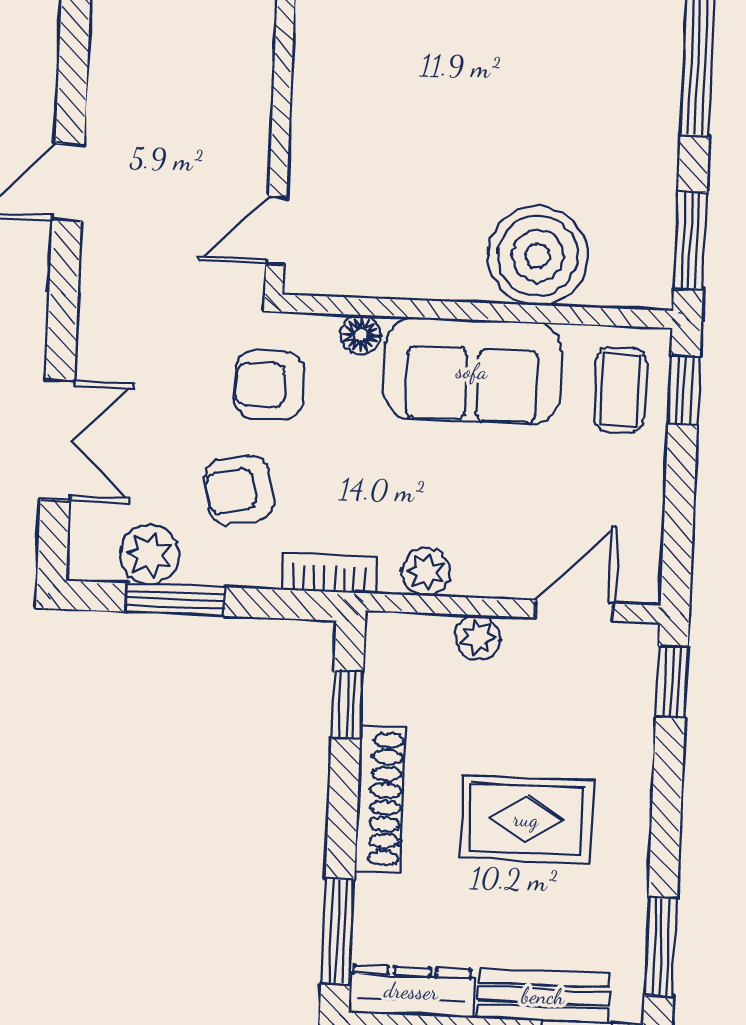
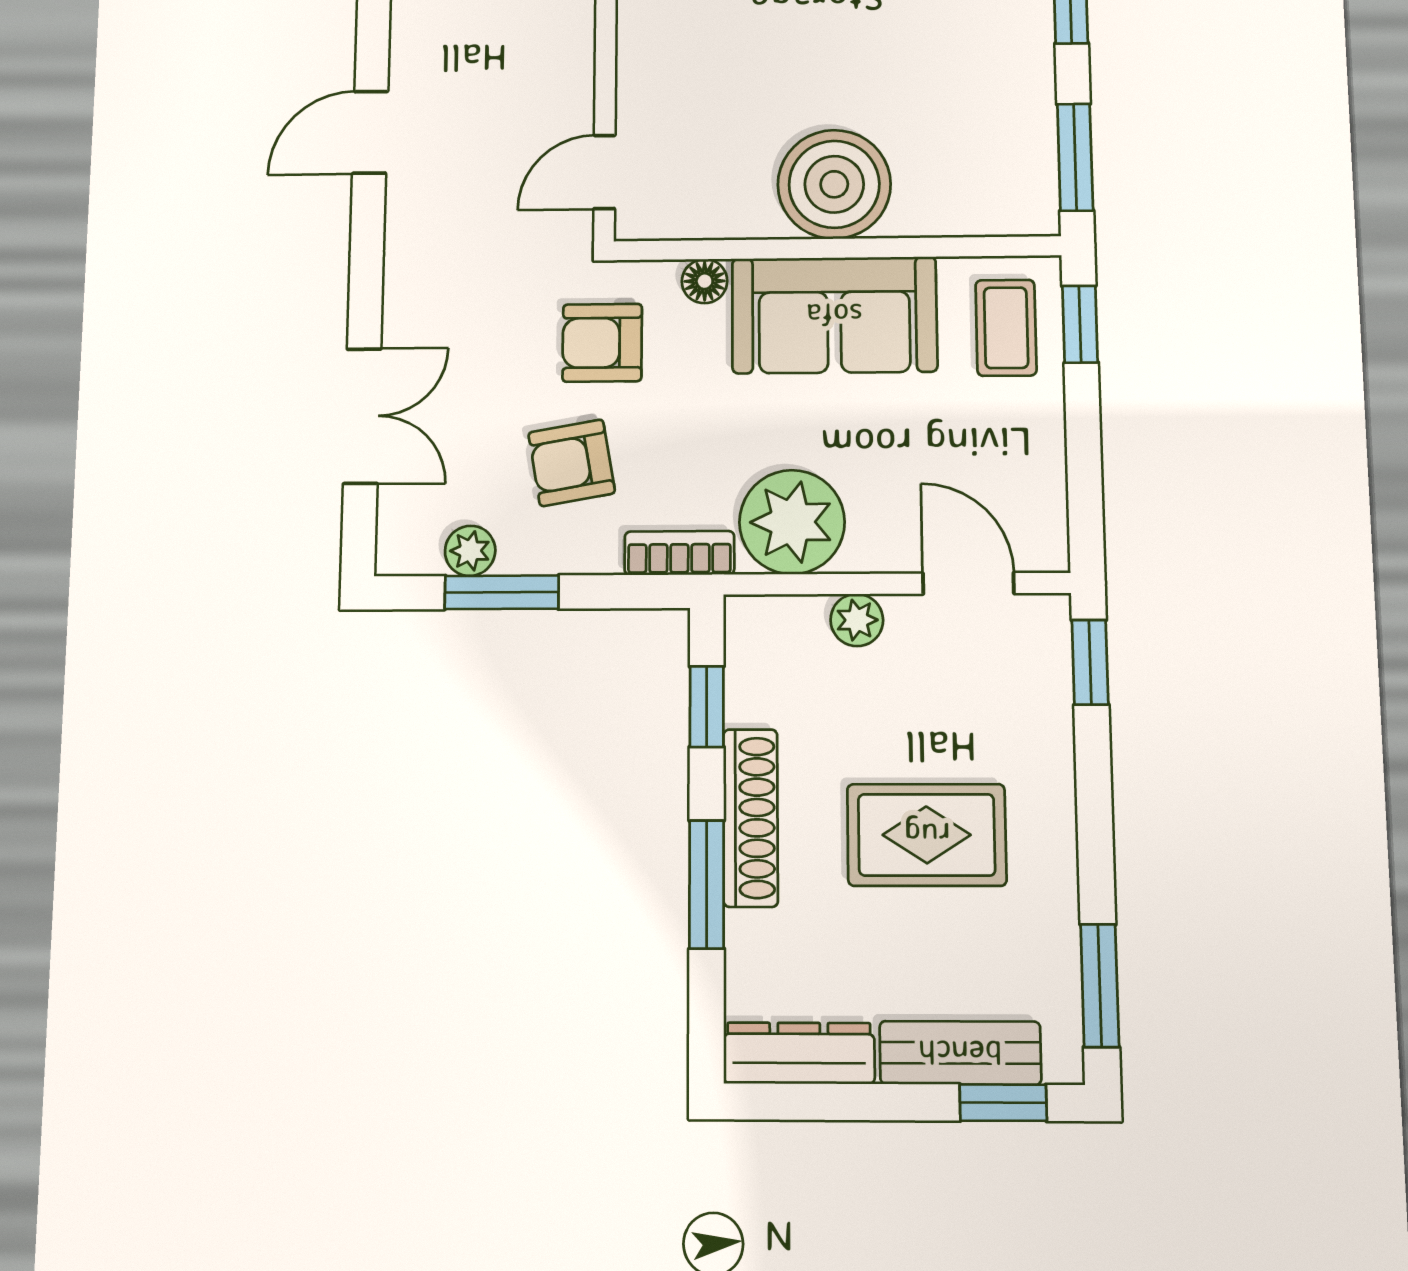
boiler: (538, 256) -> (834, 184), moved
plant: (150, 554) -> (470, 551), width x0.73, depth x0.73
plant: (426, 572) -> (792, 522), width x1.87, depth x1.87
door: (574, 611) -> (968, 583), hinge flipped
window: (338, 931) -> (707, 884), moved

